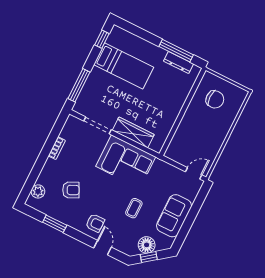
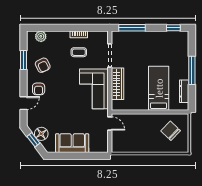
window: (176, 51) -> (192, 70), moved
bed: (124, 66) -> (159, 88), moved, turned 180
chair: (215, 99) -> (171, 131), turned 134
door: (194, 173) -> (110, 123), moved
armchair: (71, 190) -> (43, 65), moved
coffee table: (134, 208) -> (79, 52), moved

